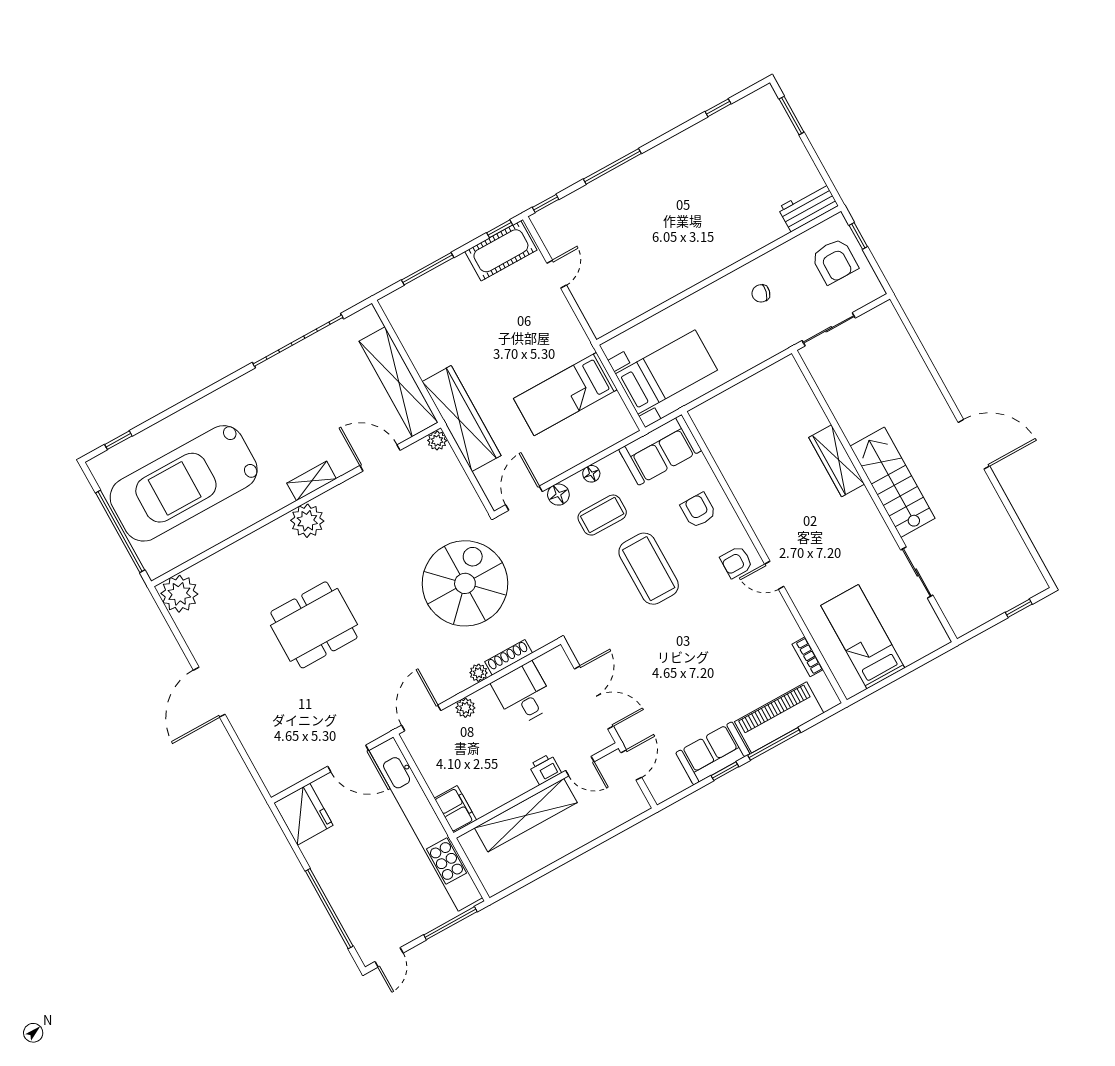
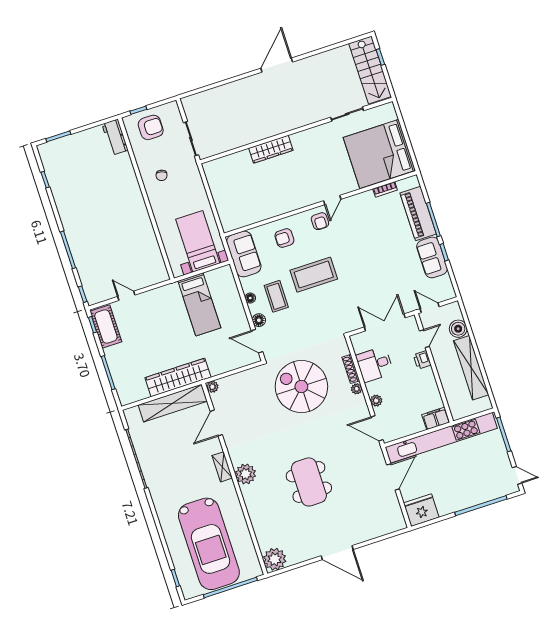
wardrobe: (461, 419) -> (178, 377), moved
stairs: (893, 482) -> (370, 70), moved, turned -90
bed: (863, 637) -> (379, 154), width x2.04
shelving: (526, 815) -> (471, 368), moved
boiler: (606, 817) -> (458, 329), added

